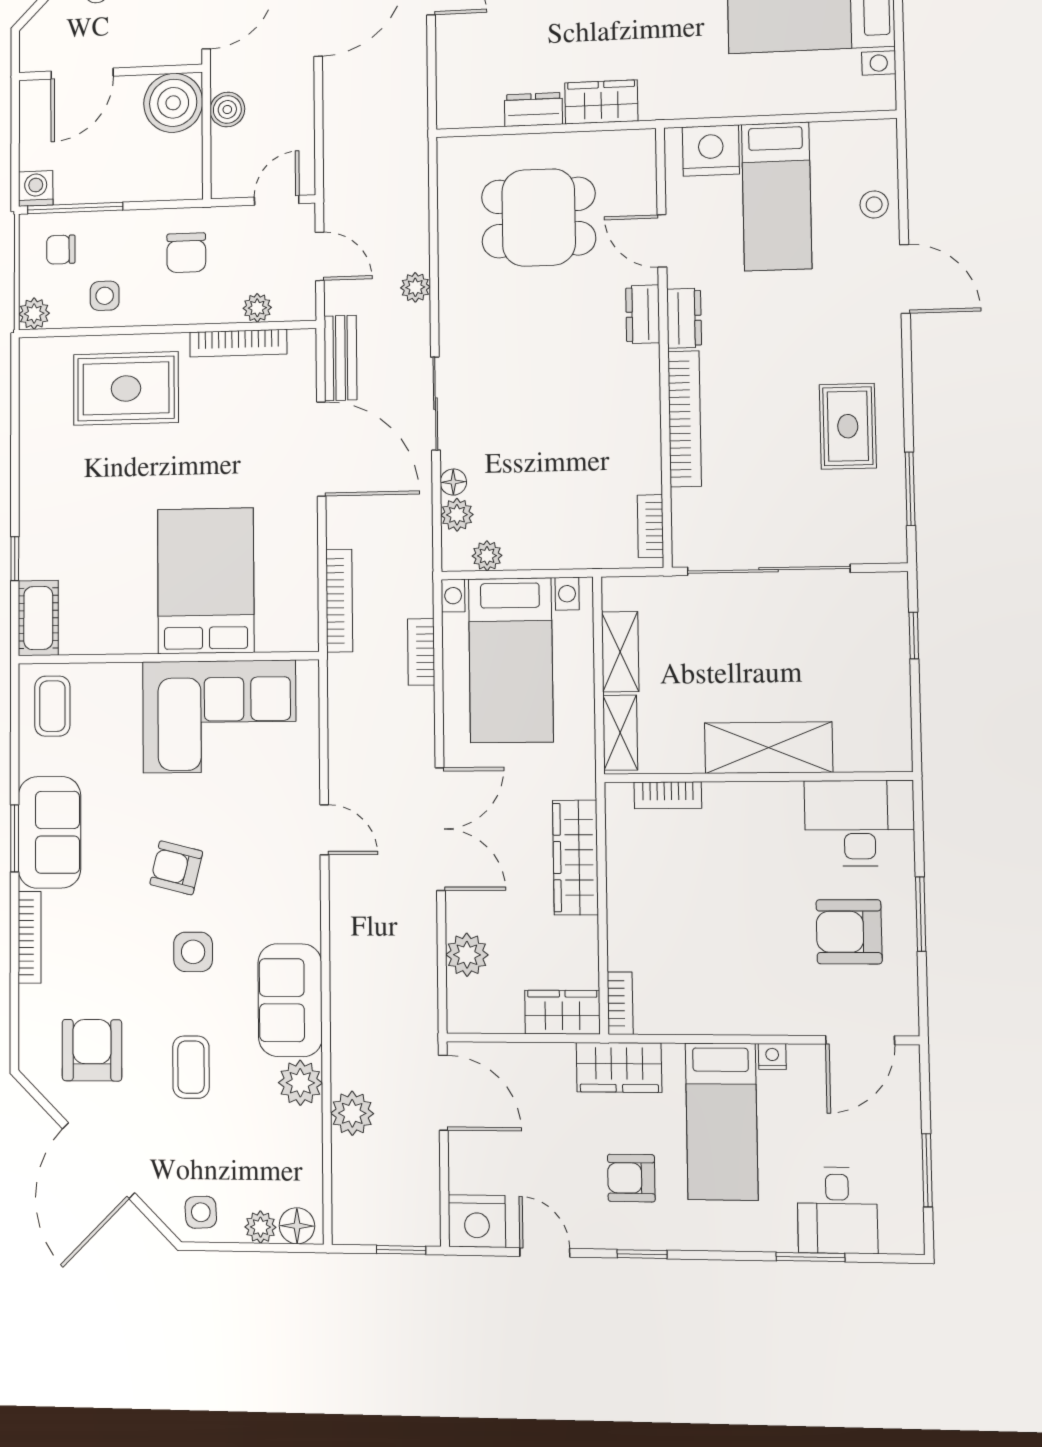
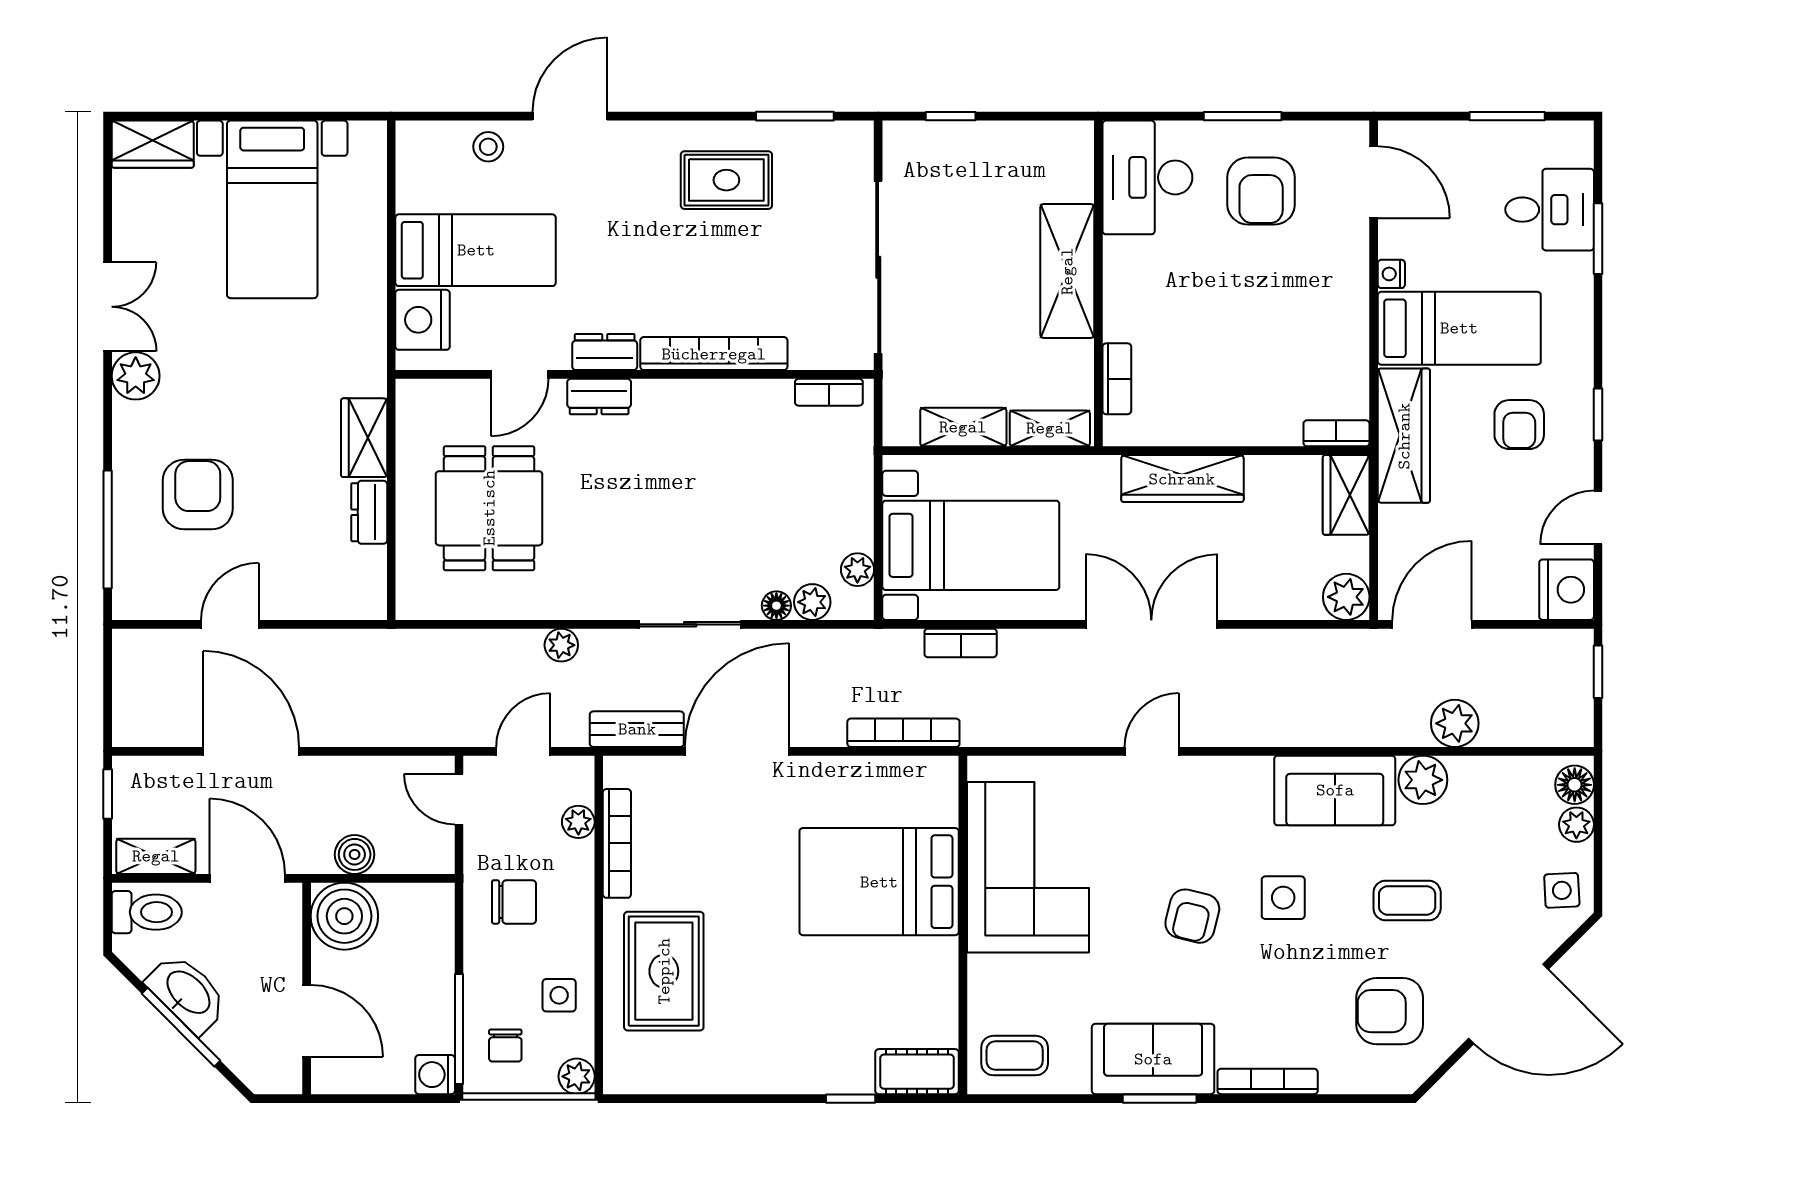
plant: (467, 955) -> (1346, 597), moved
wardrobe: (619, 1067) -> (1404, 436), width x1.50

